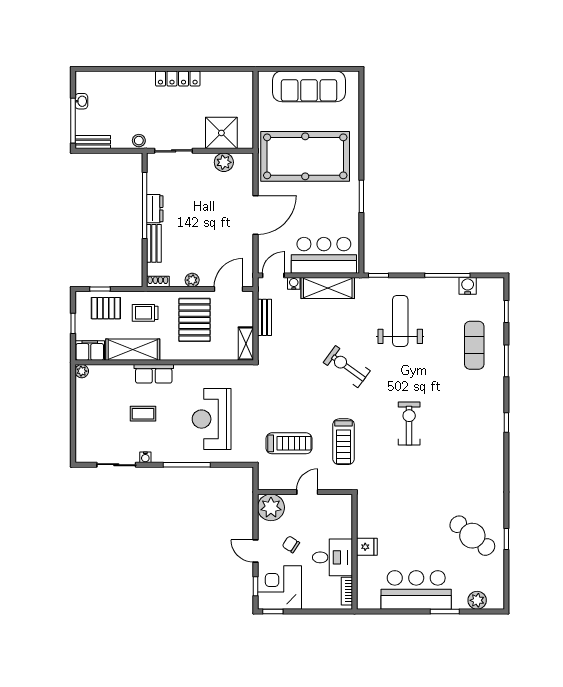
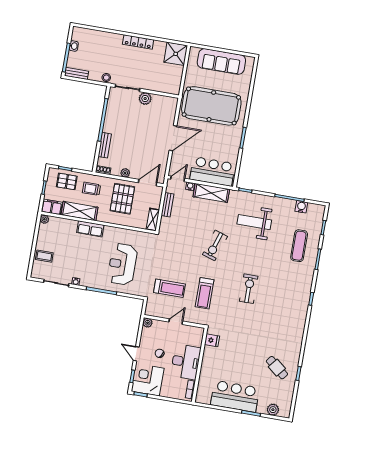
shower: (221, 133) -> (176, 54), moved
plant: (224, 162) -> (145, 99), moved
dresser: (155, 209) -> (109, 123), removed
weight bench: (400, 321) -> (254, 222), turned -90
exercise bike: (347, 367) -> (215, 245), turned -108
coffee table: (143, 414) -> (44, 256), moved
plant: (271, 507) -> (148, 323), width x0.53, depth x0.53
cafe table: (472, 536) -> (277, 368), width x0.73, depth x0.74
fridge: (367, 547) -> (212, 340), moved
desk: (333, 557) -> (186, 362), width x1.37

